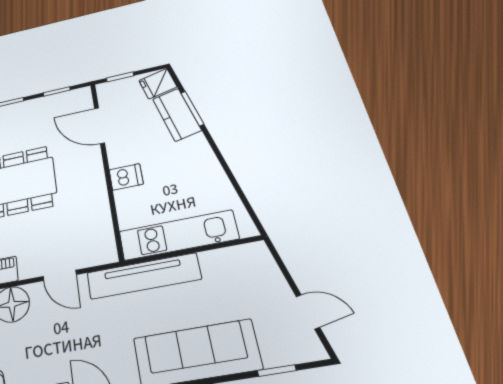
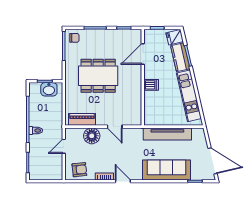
door: (99, 126) -> (143, 54), hinge flipped
kitchen unit: (178, 235) -> (189, 96), moved, turned -103
tv unit: (143, 276) -> (167, 134), moved
door: (308, 312) -> (212, 161), width x1.87

